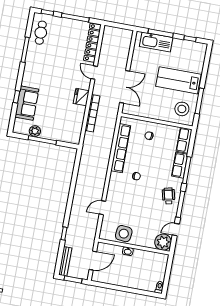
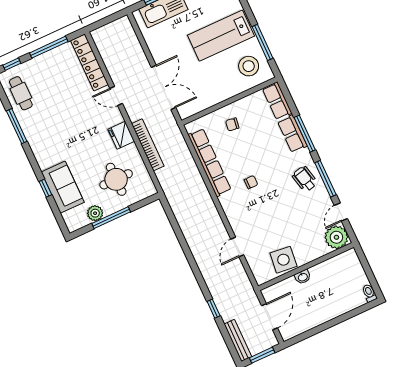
round table: (61, 120) -> (116, 179), added

